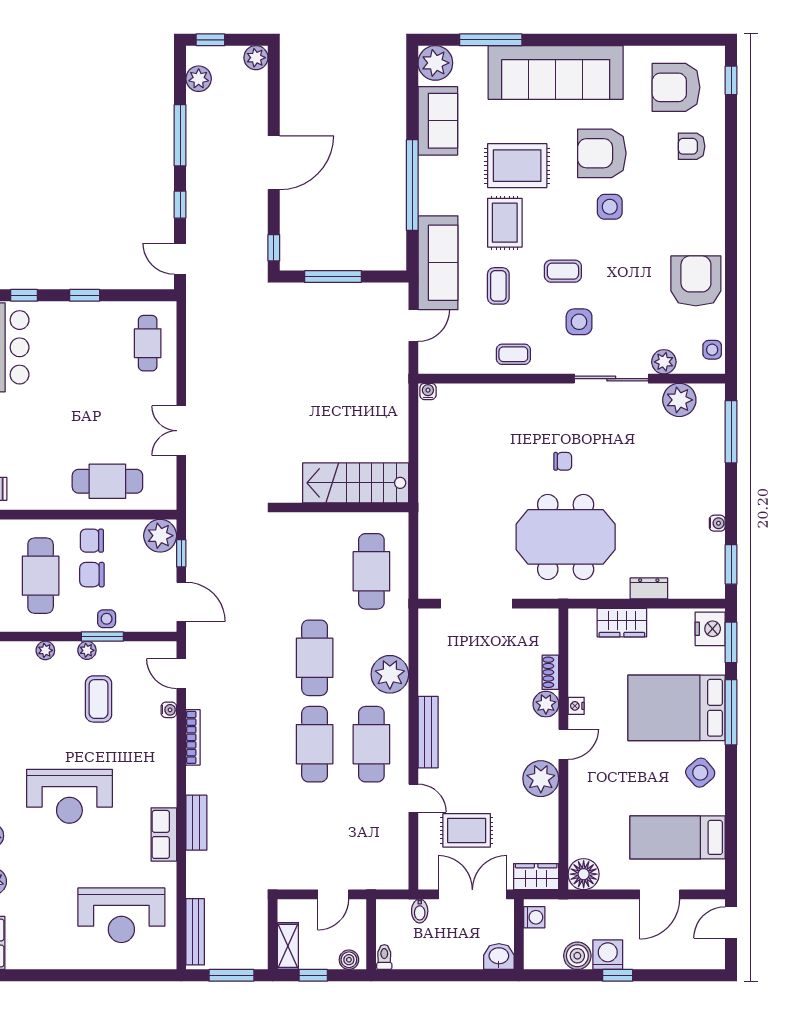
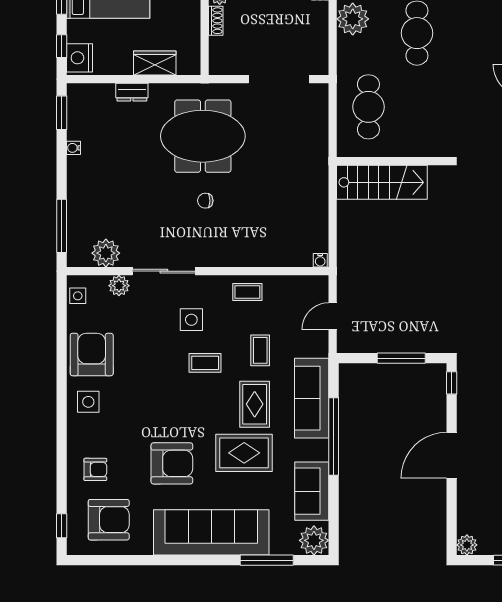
side table: (610, 207) -> (88, 402), moved
sofa: (438, 263) -> (312, 398), moved
armchair: (696, 281) -> (92, 355), turned 180
window: (731, 642) -> (62, 46), width x0.67

